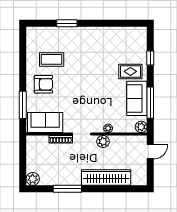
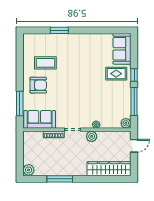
window: (150, 58) -> (134, 75), moved
sofa: (137, 98) -> (122, 49), moved
wardrobe: (106, 177) -> (109, 169), moved

